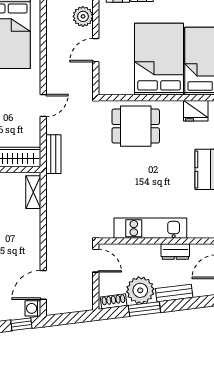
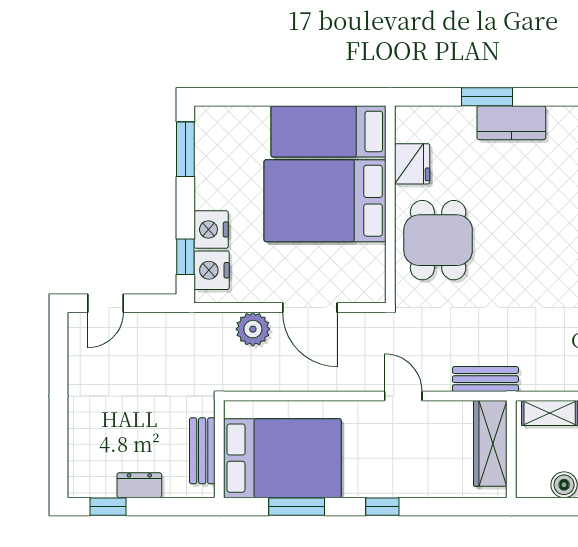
door: (96, 50) -> (310, 308), width x1.38
fridge: (196, 111) -> (412, 164), moved

